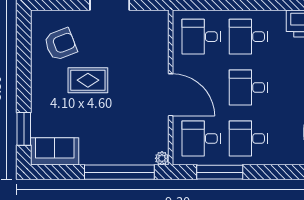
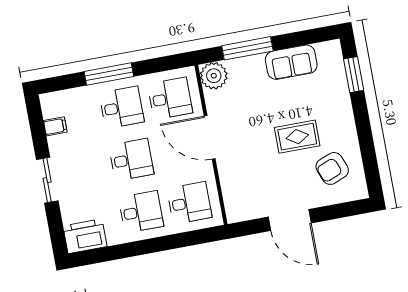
sofa: (55, 151) -> (291, 62), moved
plant: (162, 158) -> (214, 76), width x1.88, depth x1.88
window: (119, 172) -> (247, 48), width x0.68
window: (220, 172) -> (109, 74), moved

